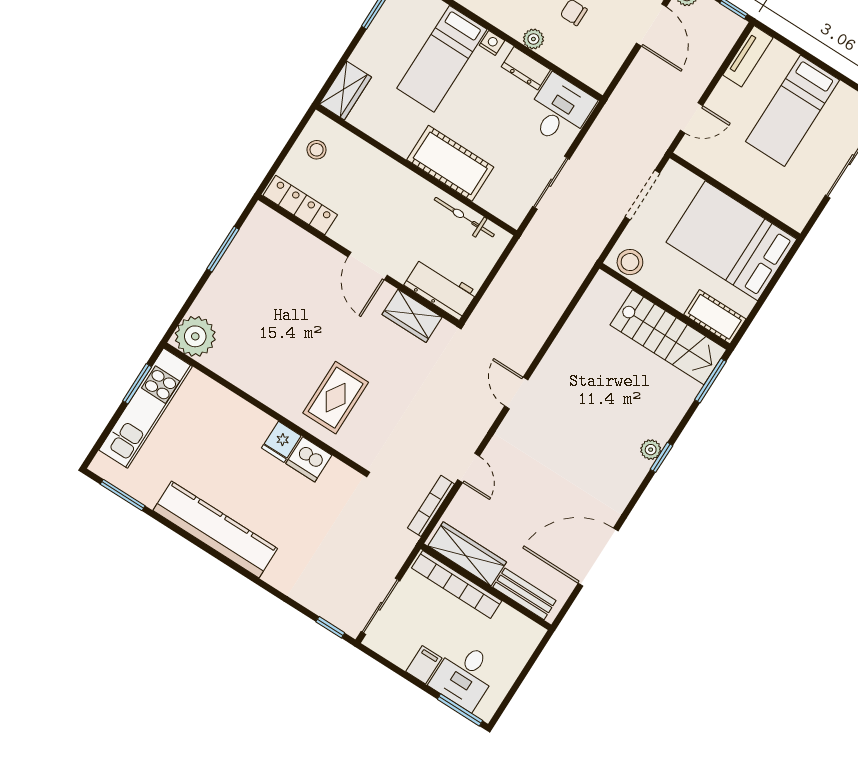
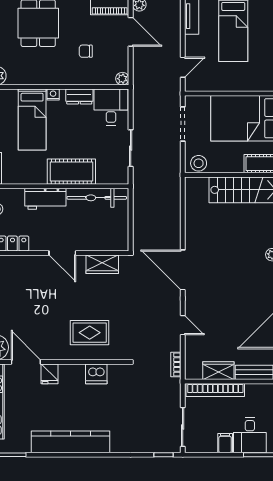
plant: (533, 39) -> (122, 79), moved
bicycle: (464, 217) -> (97, 198), width x1.37, depth x1.40
workbench: (441, 289) -> (45, 199), moved, turned 180
door: (224, 382) -> (26, 362), added
door: (516, 393) -> (183, 270), width x1.87
rug: (336, 398) -> (90, 333), turned 90
fridge: (281, 442) -> (49, 374), moved
bookcase: (431, 506) -> (176, 365), width x0.64
wardrobe: (467, 554) -> (218, 371), width x0.67

